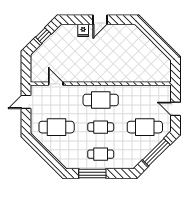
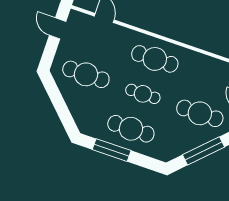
door: (26, 102) -> (58, 28), hinge flipped
cafe table: (101, 154) -> (131, 129), width x1.37, depth x1.35

